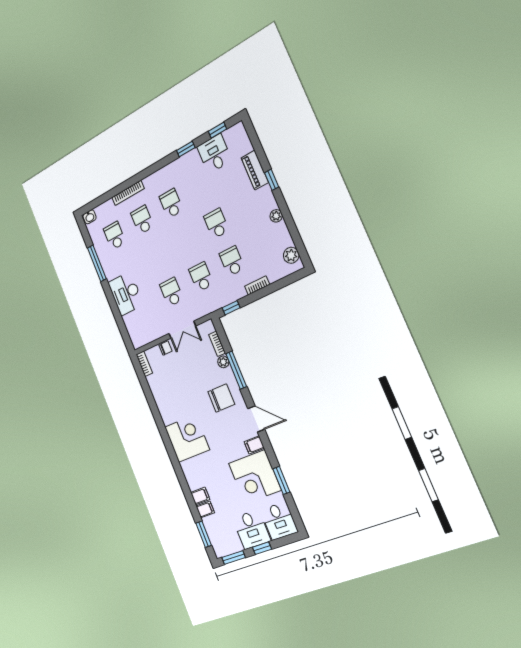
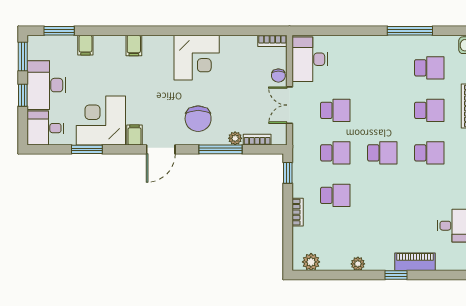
school desk: (216, 224) -> (382, 153), moved
desk: (126, 293) -> (310, 59), moved, turned -90
corner desk: (187, 438) -> (197, 58), moved
filing cabinet: (200, 496) -> (134, 45), moved
desk: (252, 530) -> (46, 85), width x1.37

